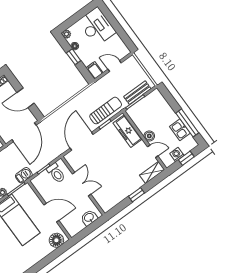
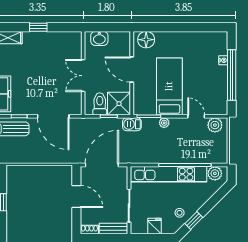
door: (82, 141) -> (53, 116), hinge flipped
shower: (43, 183) -> (119, 104), added

